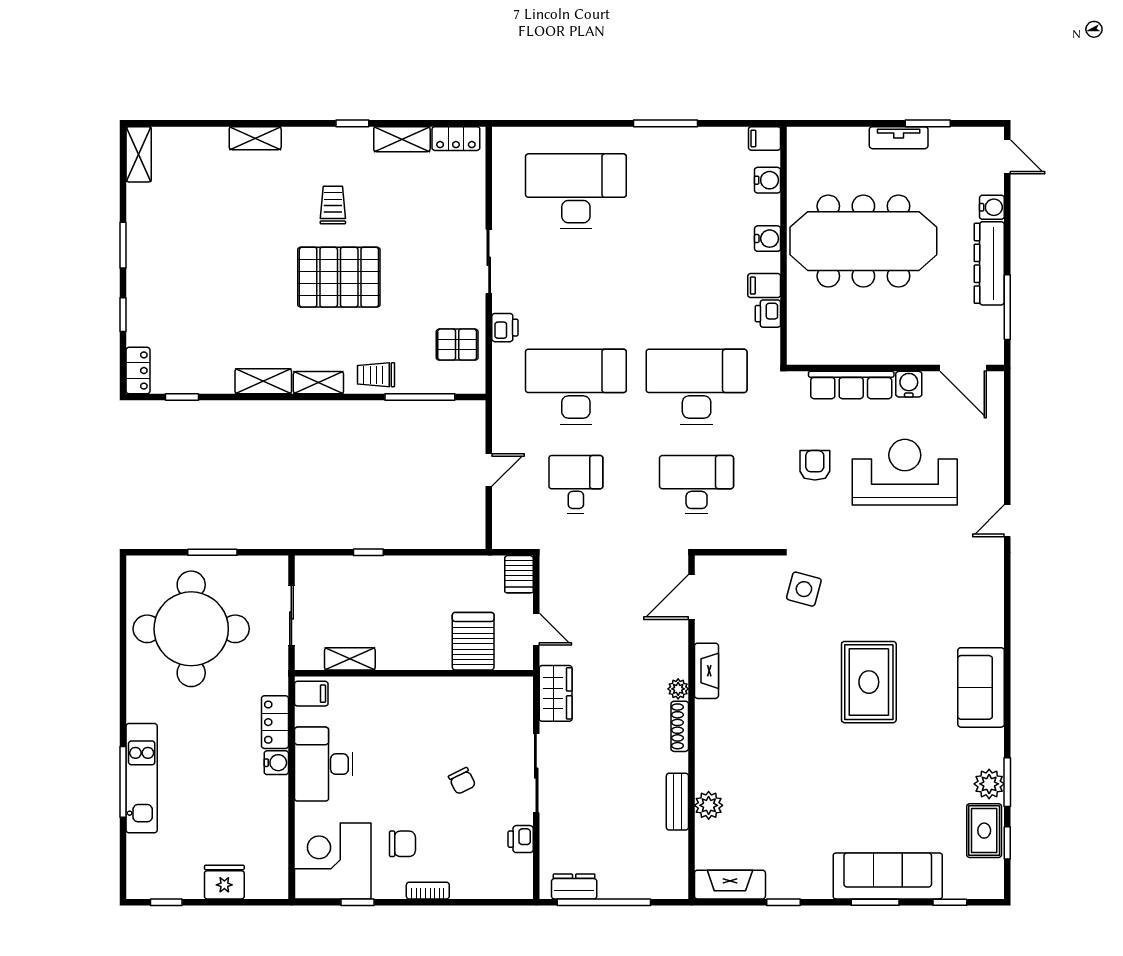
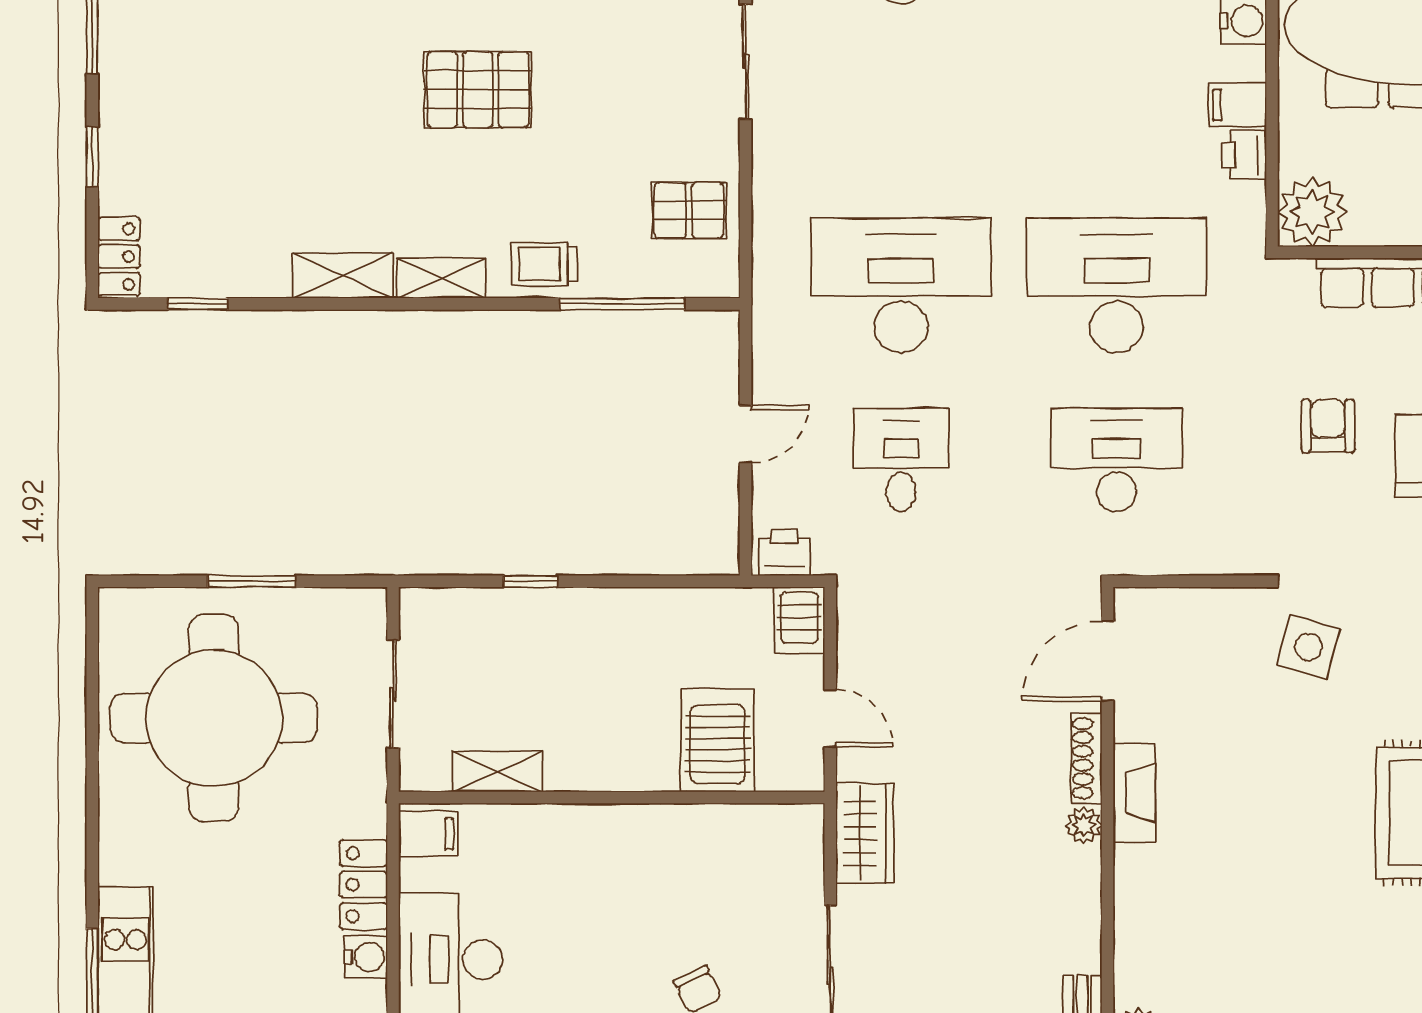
pallet: (339, 277) -> (478, 90), width x0.73, depth x0.71
printer: (505, 328) -> (784, 552), moved, turned -90
plant: (806, 346) -> (1312, 212), added
shoe rack: (680, 726) -> (1087, 758), moved

